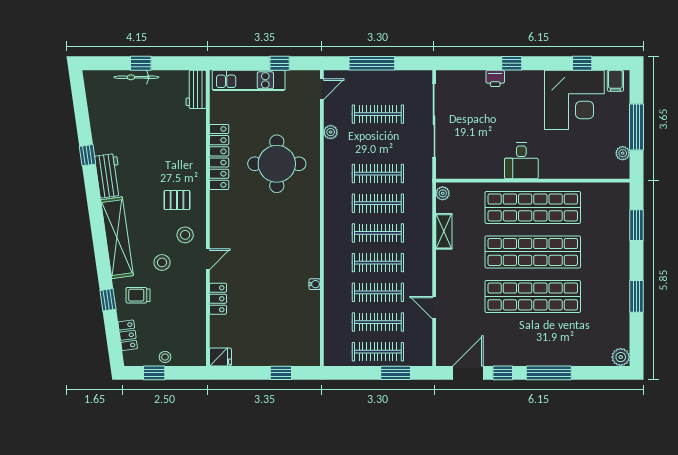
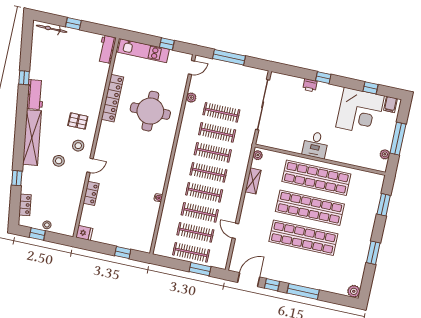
bicycle: (136, 77) -> (52, 29), moved
clothes rail: (378, 114) -> (221, 112), moved
trolley: (138, 295) -> (38, 179), removed

